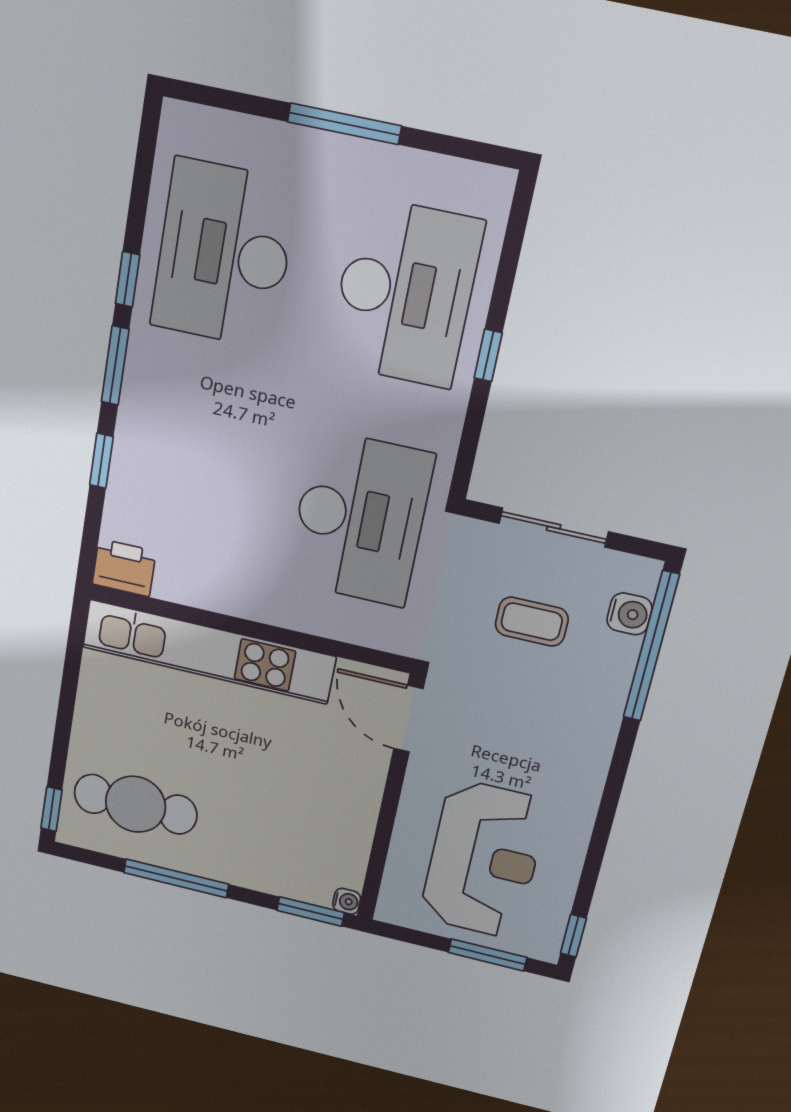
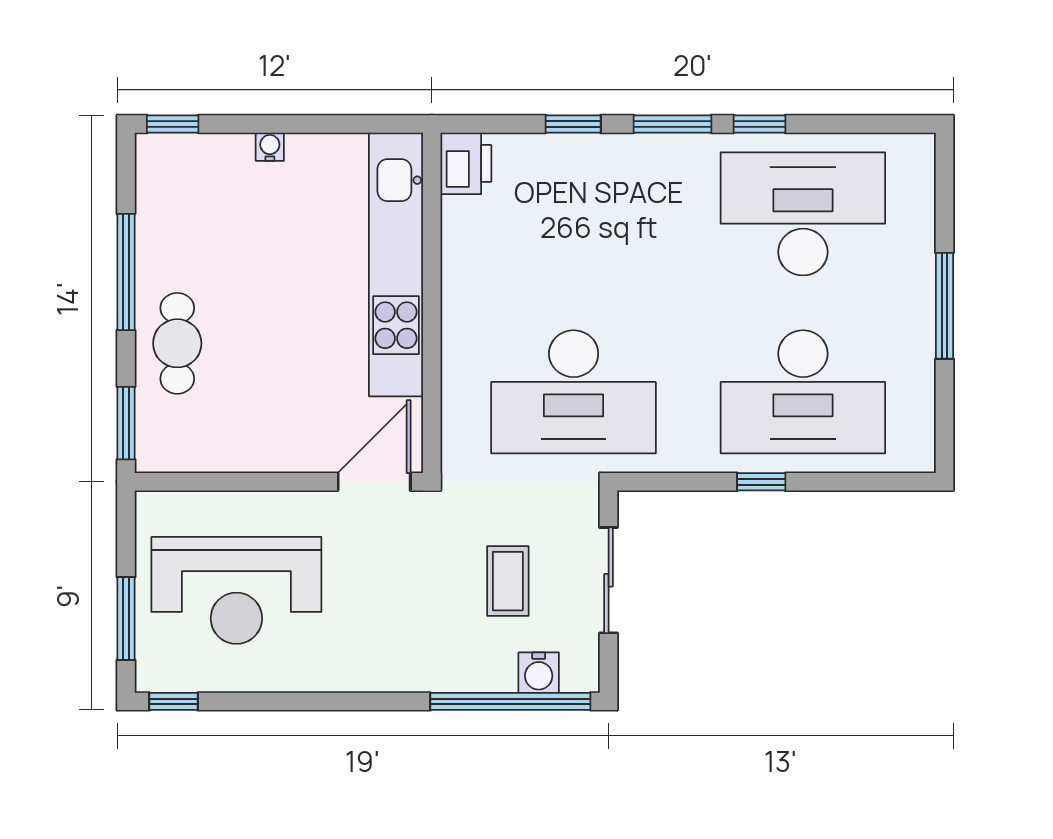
cafe table: (136, 804) -> (177, 343), moved, width x0.73, depth x0.74
water cooler: (347, 901) -> (270, 147), moved, turned 180

